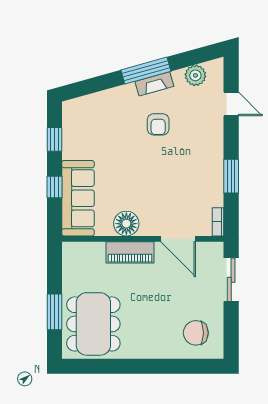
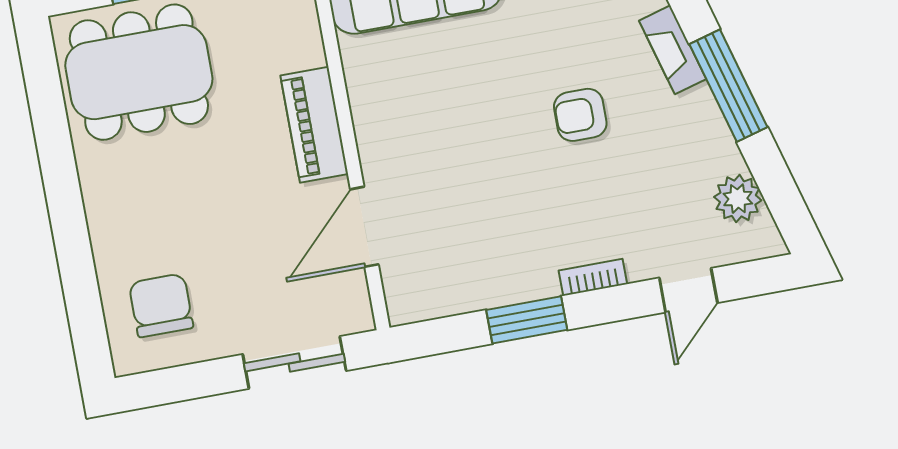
fireplace: (154, 84) -> (673, 50), moved
armchair: (158, 124) -> (580, 115), moved
bookcase: (218, 222) -> (593, 277), moved
floor lamp: (126, 224) -> (377, 105), removed

